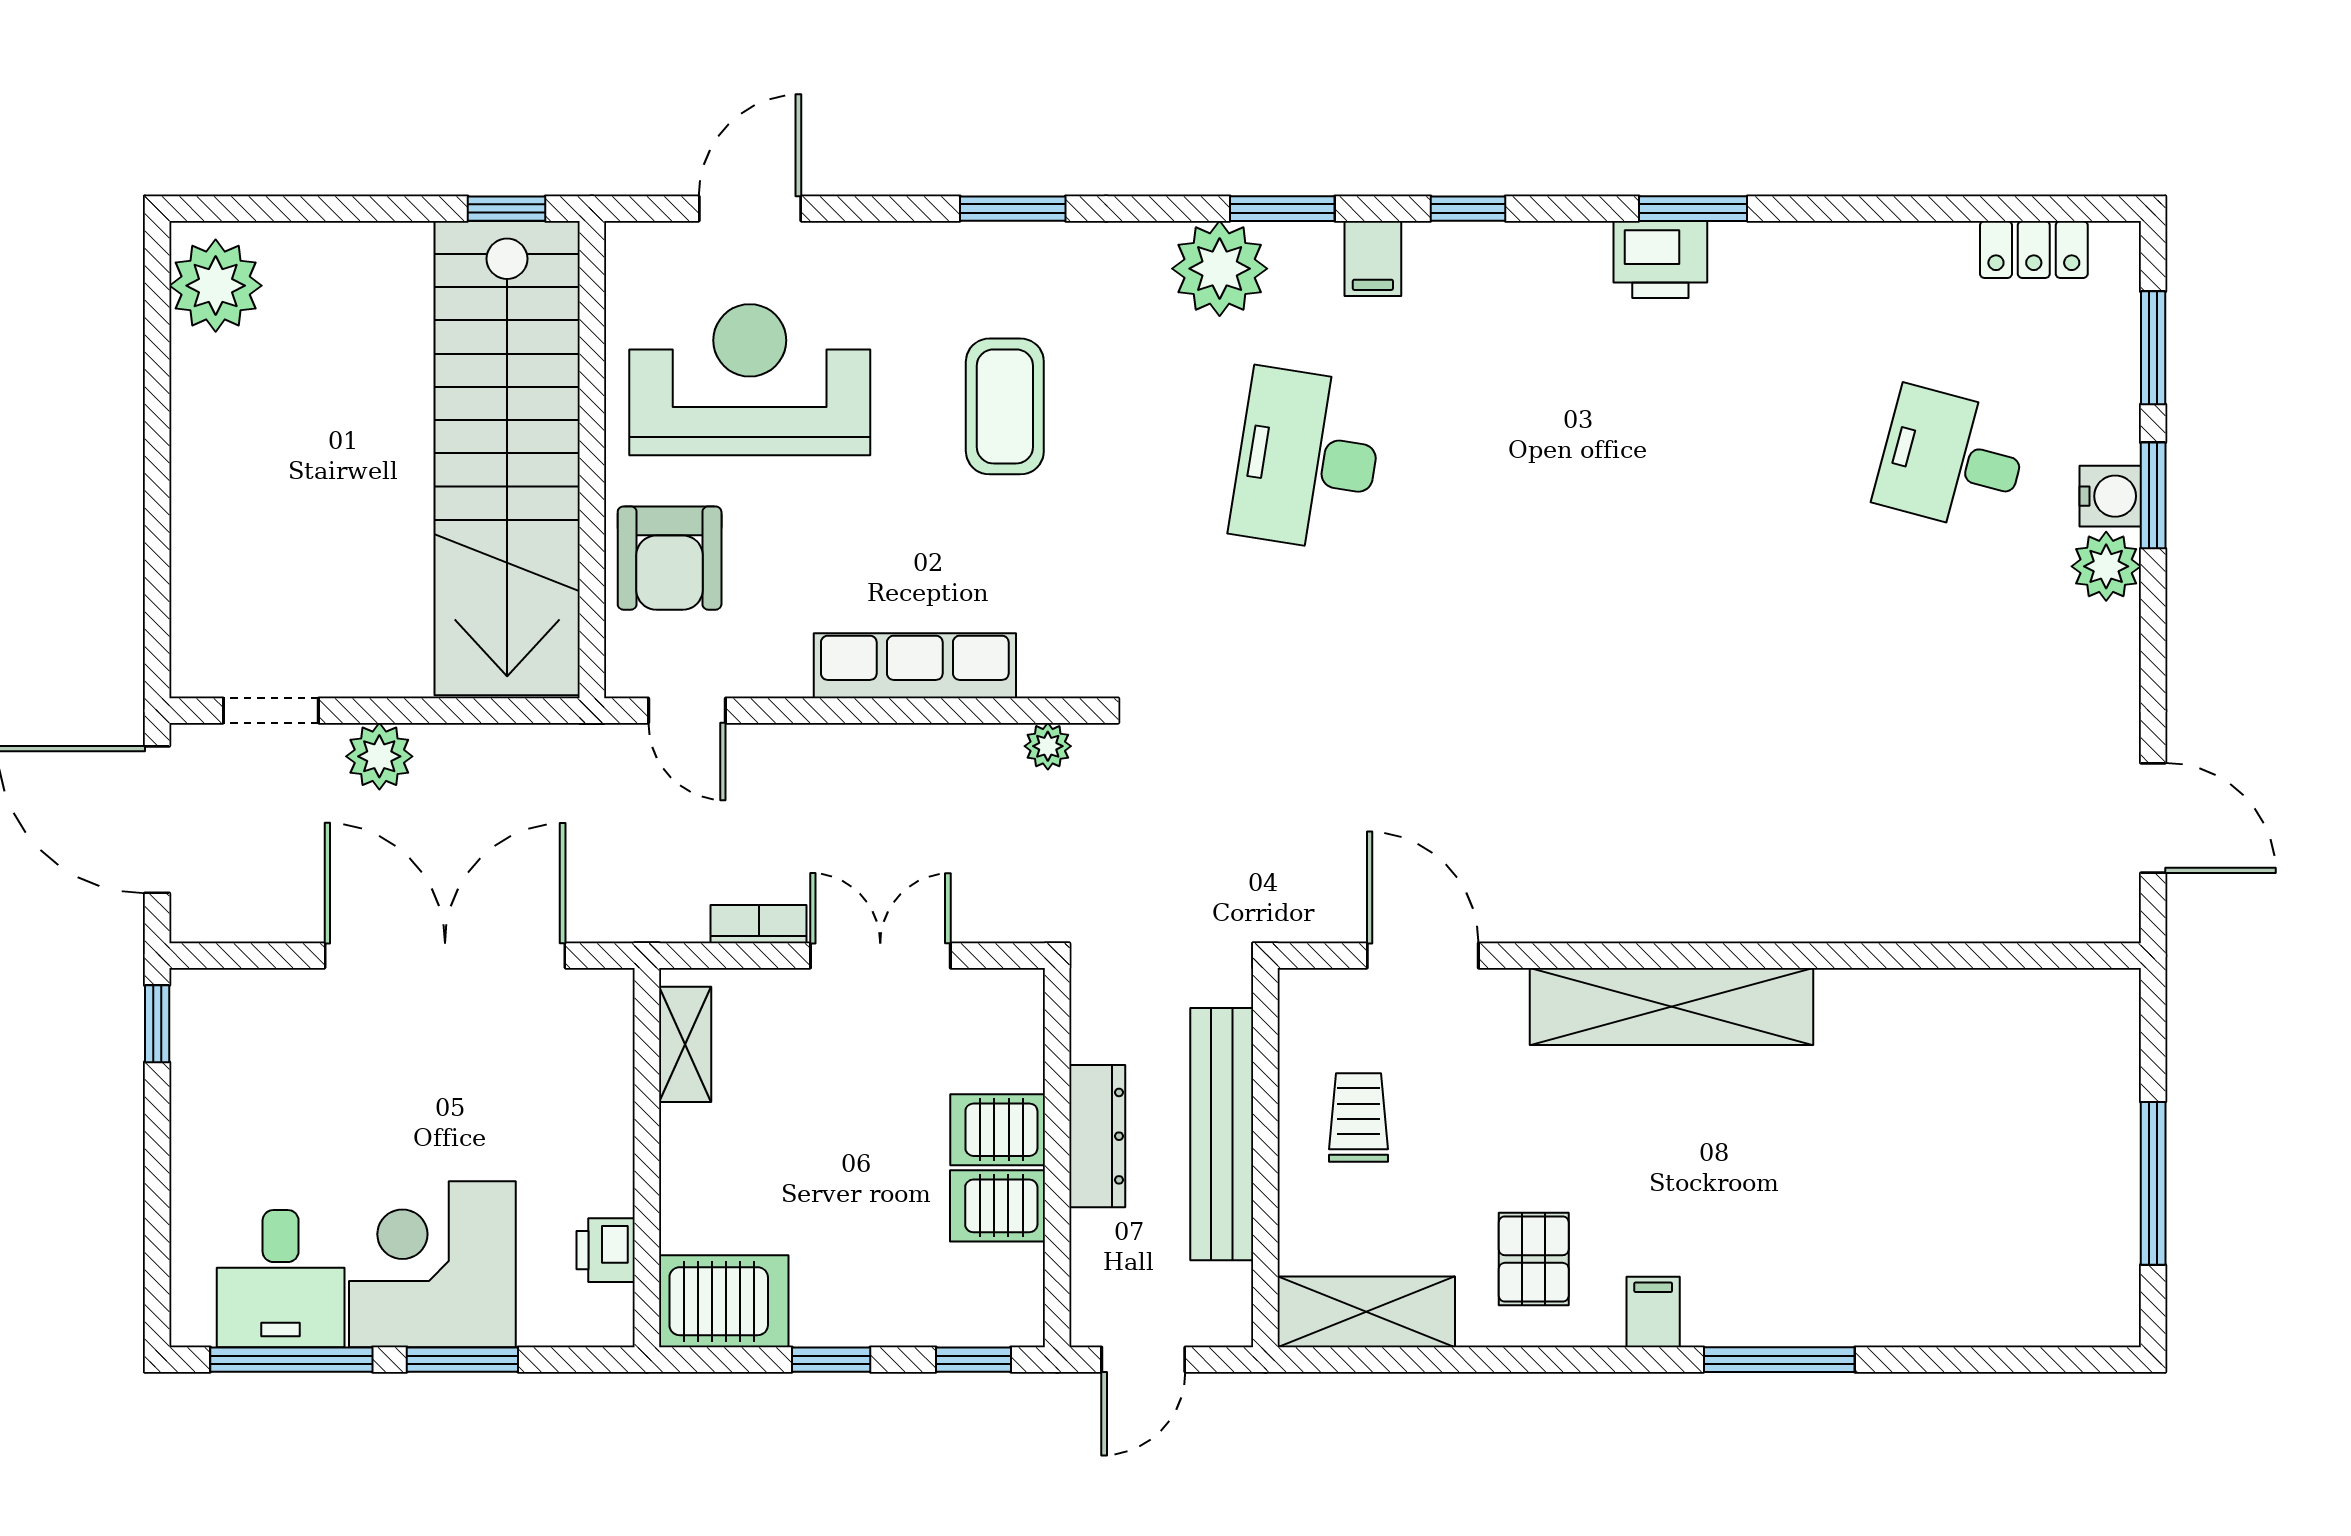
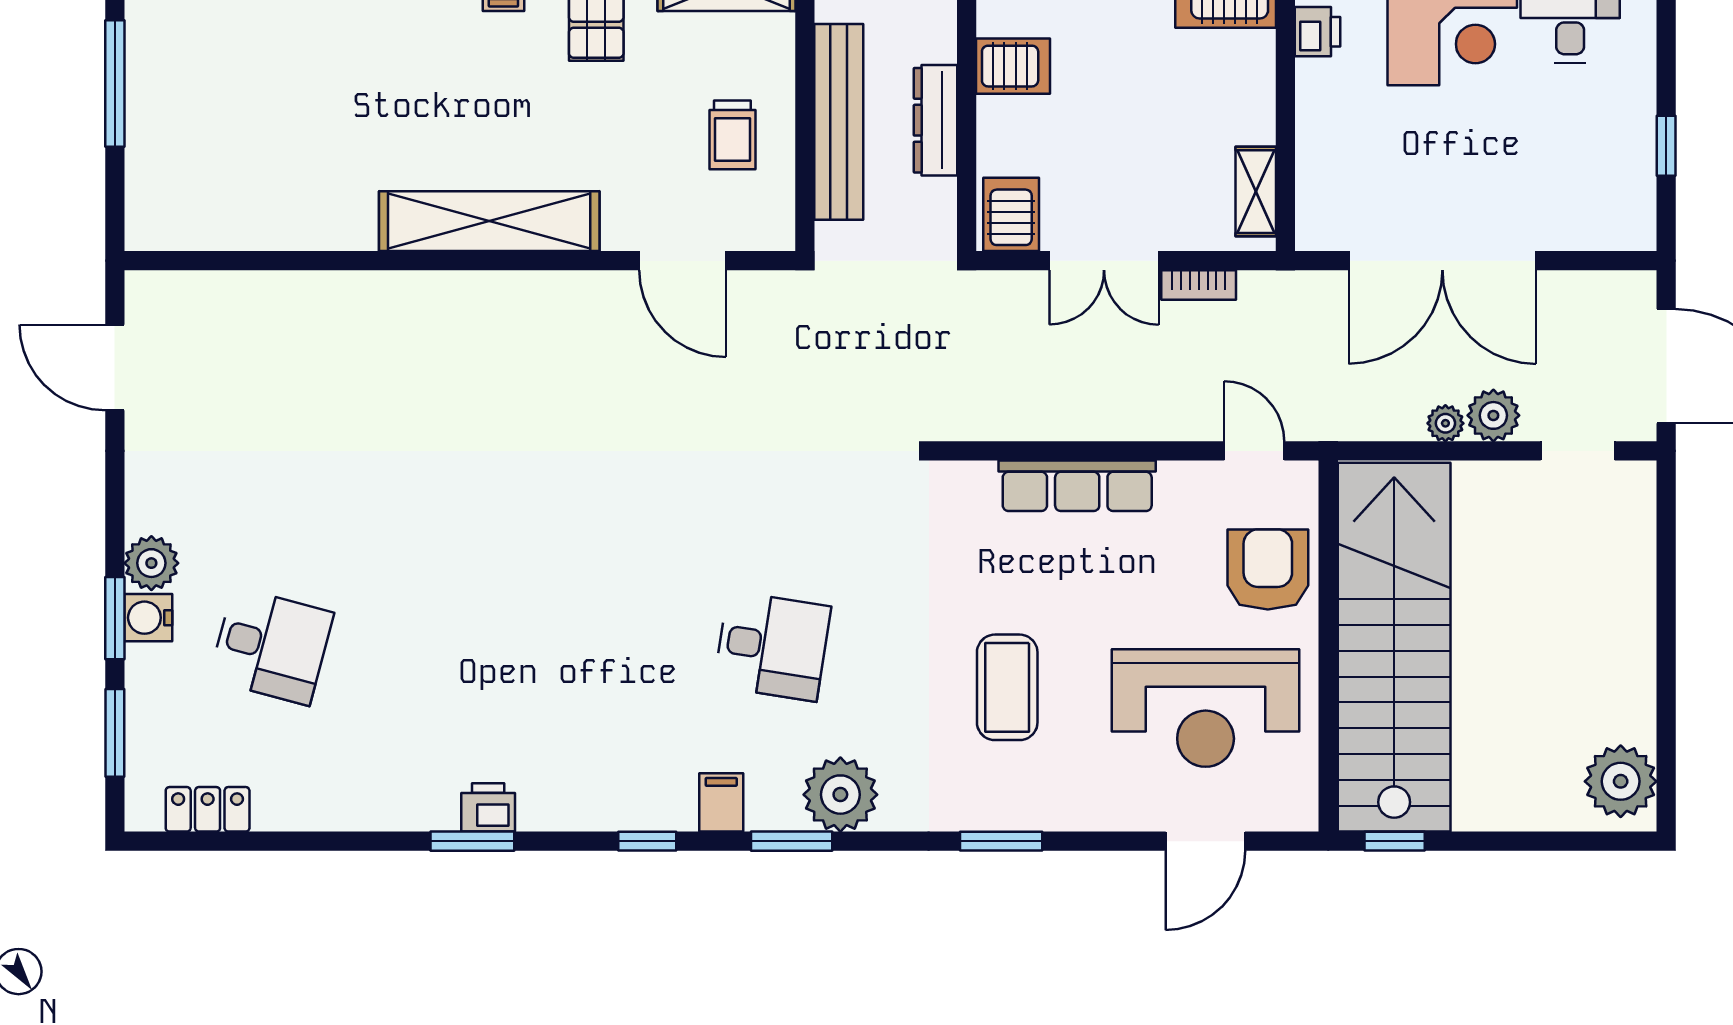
printer: (1660, 259) -> (488, 807), width x0.73, depth x0.81
desk: (1307, 460) -> (772, 646), width x0.73
plant: (1048, 746) -> (1445, 423), moved
window: (157, 1024) -> (1666, 146), moved
server rack: (998, 1130) -> (1011, 214), moved, turned -90

